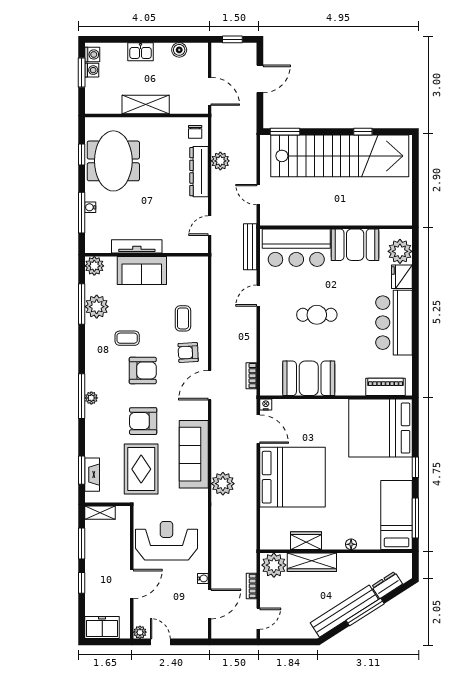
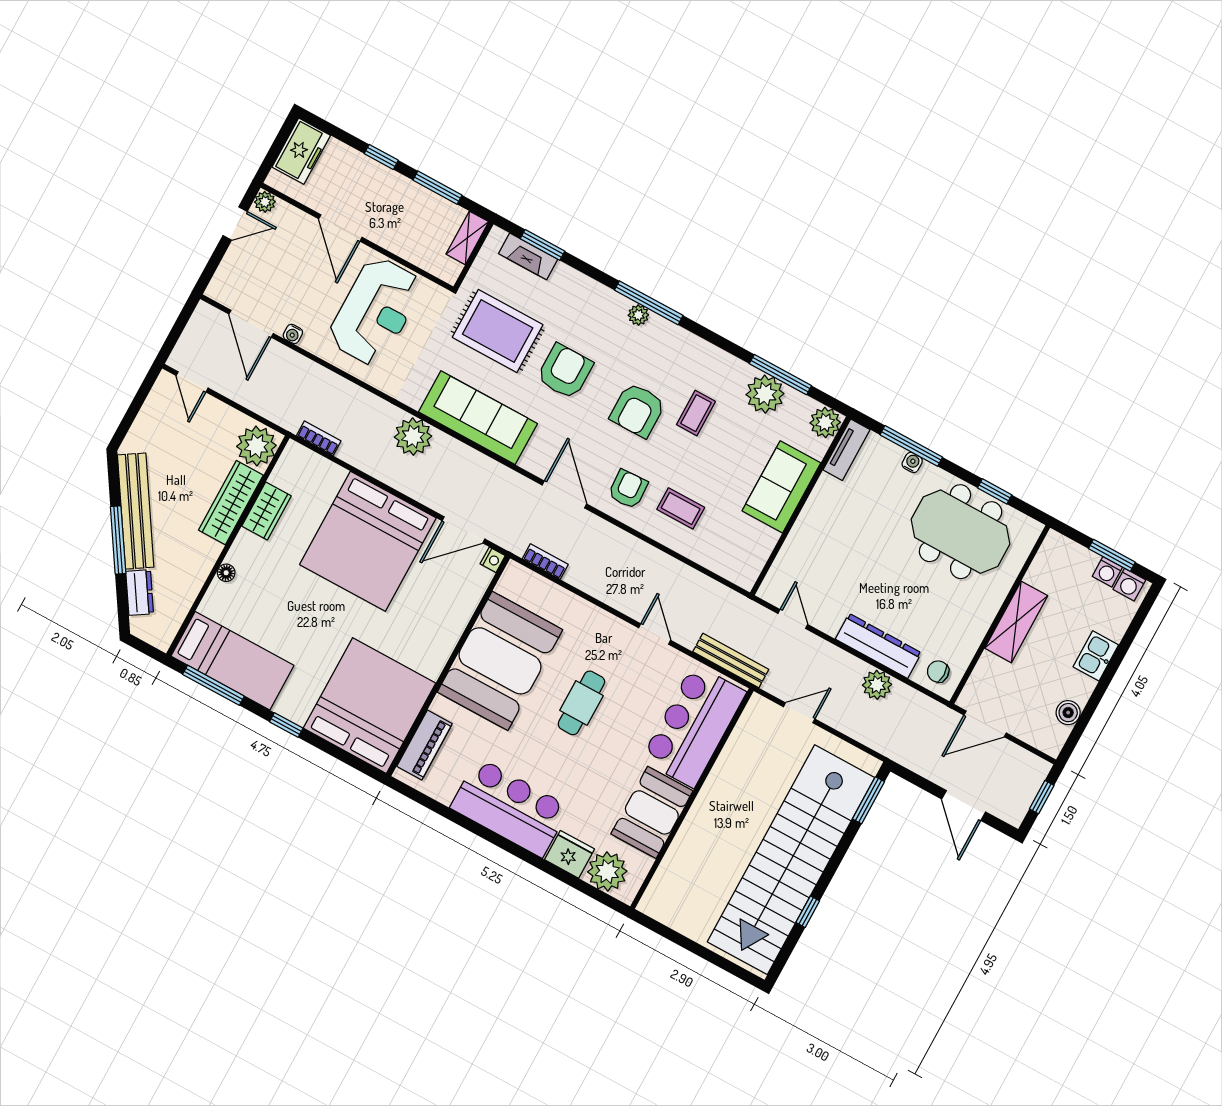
tv unit: (137, 246) -> (847, 450), moved, width x0.71
booth: (309, 378) -> (500, 661), width x1.36, depth x1.42
bookcase: (251, 586) -> (319, 438), moved

